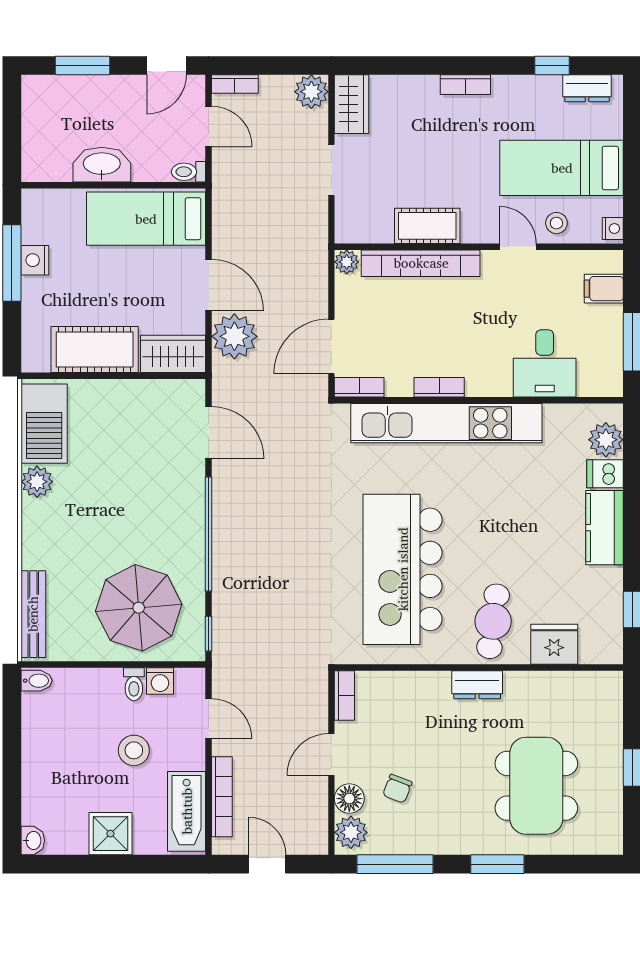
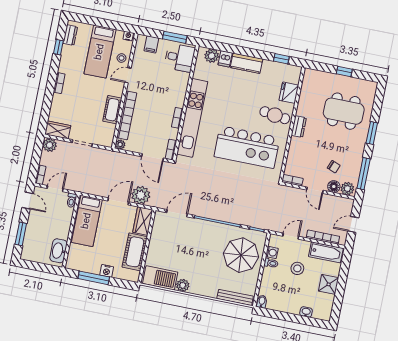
washbasin: (102, 165) -> (58, 251), moved
nightstand: (35, 260) -> (107, 271), moved
desk: (545, 363) -> (180, 58), moved
washbasin: (33, 840) -> (306, 312), moved

